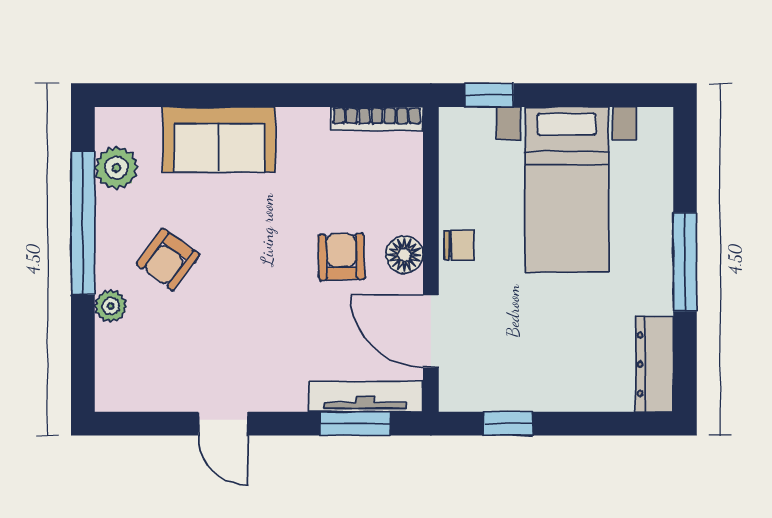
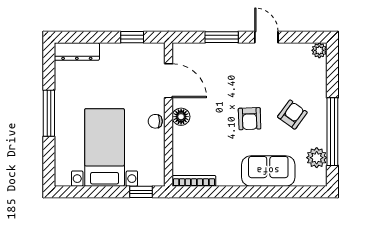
armchair: (341, 257) -> (250, 119), moved
plant: (111, 306) -> (319, 50), moved
dresser: (655, 364) -> (77, 52), moved, turned 90
tv unit: (365, 396) -> (199, 50), removed
window: (355, 424) -> (222, 37), moved

